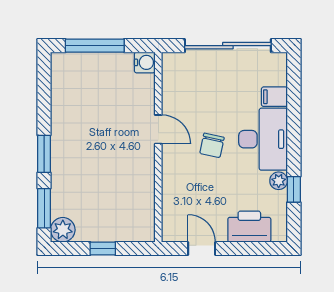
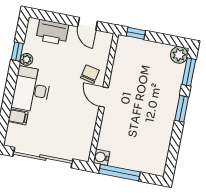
window: (95, 46) -> (119, 173), moved
door: (158, 129) -> (104, 97), moved
chair: (212, 145) -> (90, 74), moved
window: (103, 248) -> (136, 33), moved

